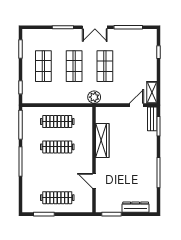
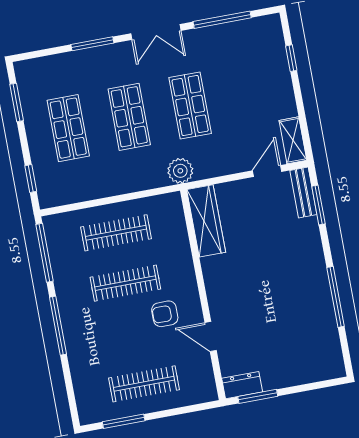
wardrobe: (102, 140) -> (206, 221), moved
armchair: (74, 165) -> (165, 314), added
dresser: (136, 207) -> (242, 385), moved, width x0.70

